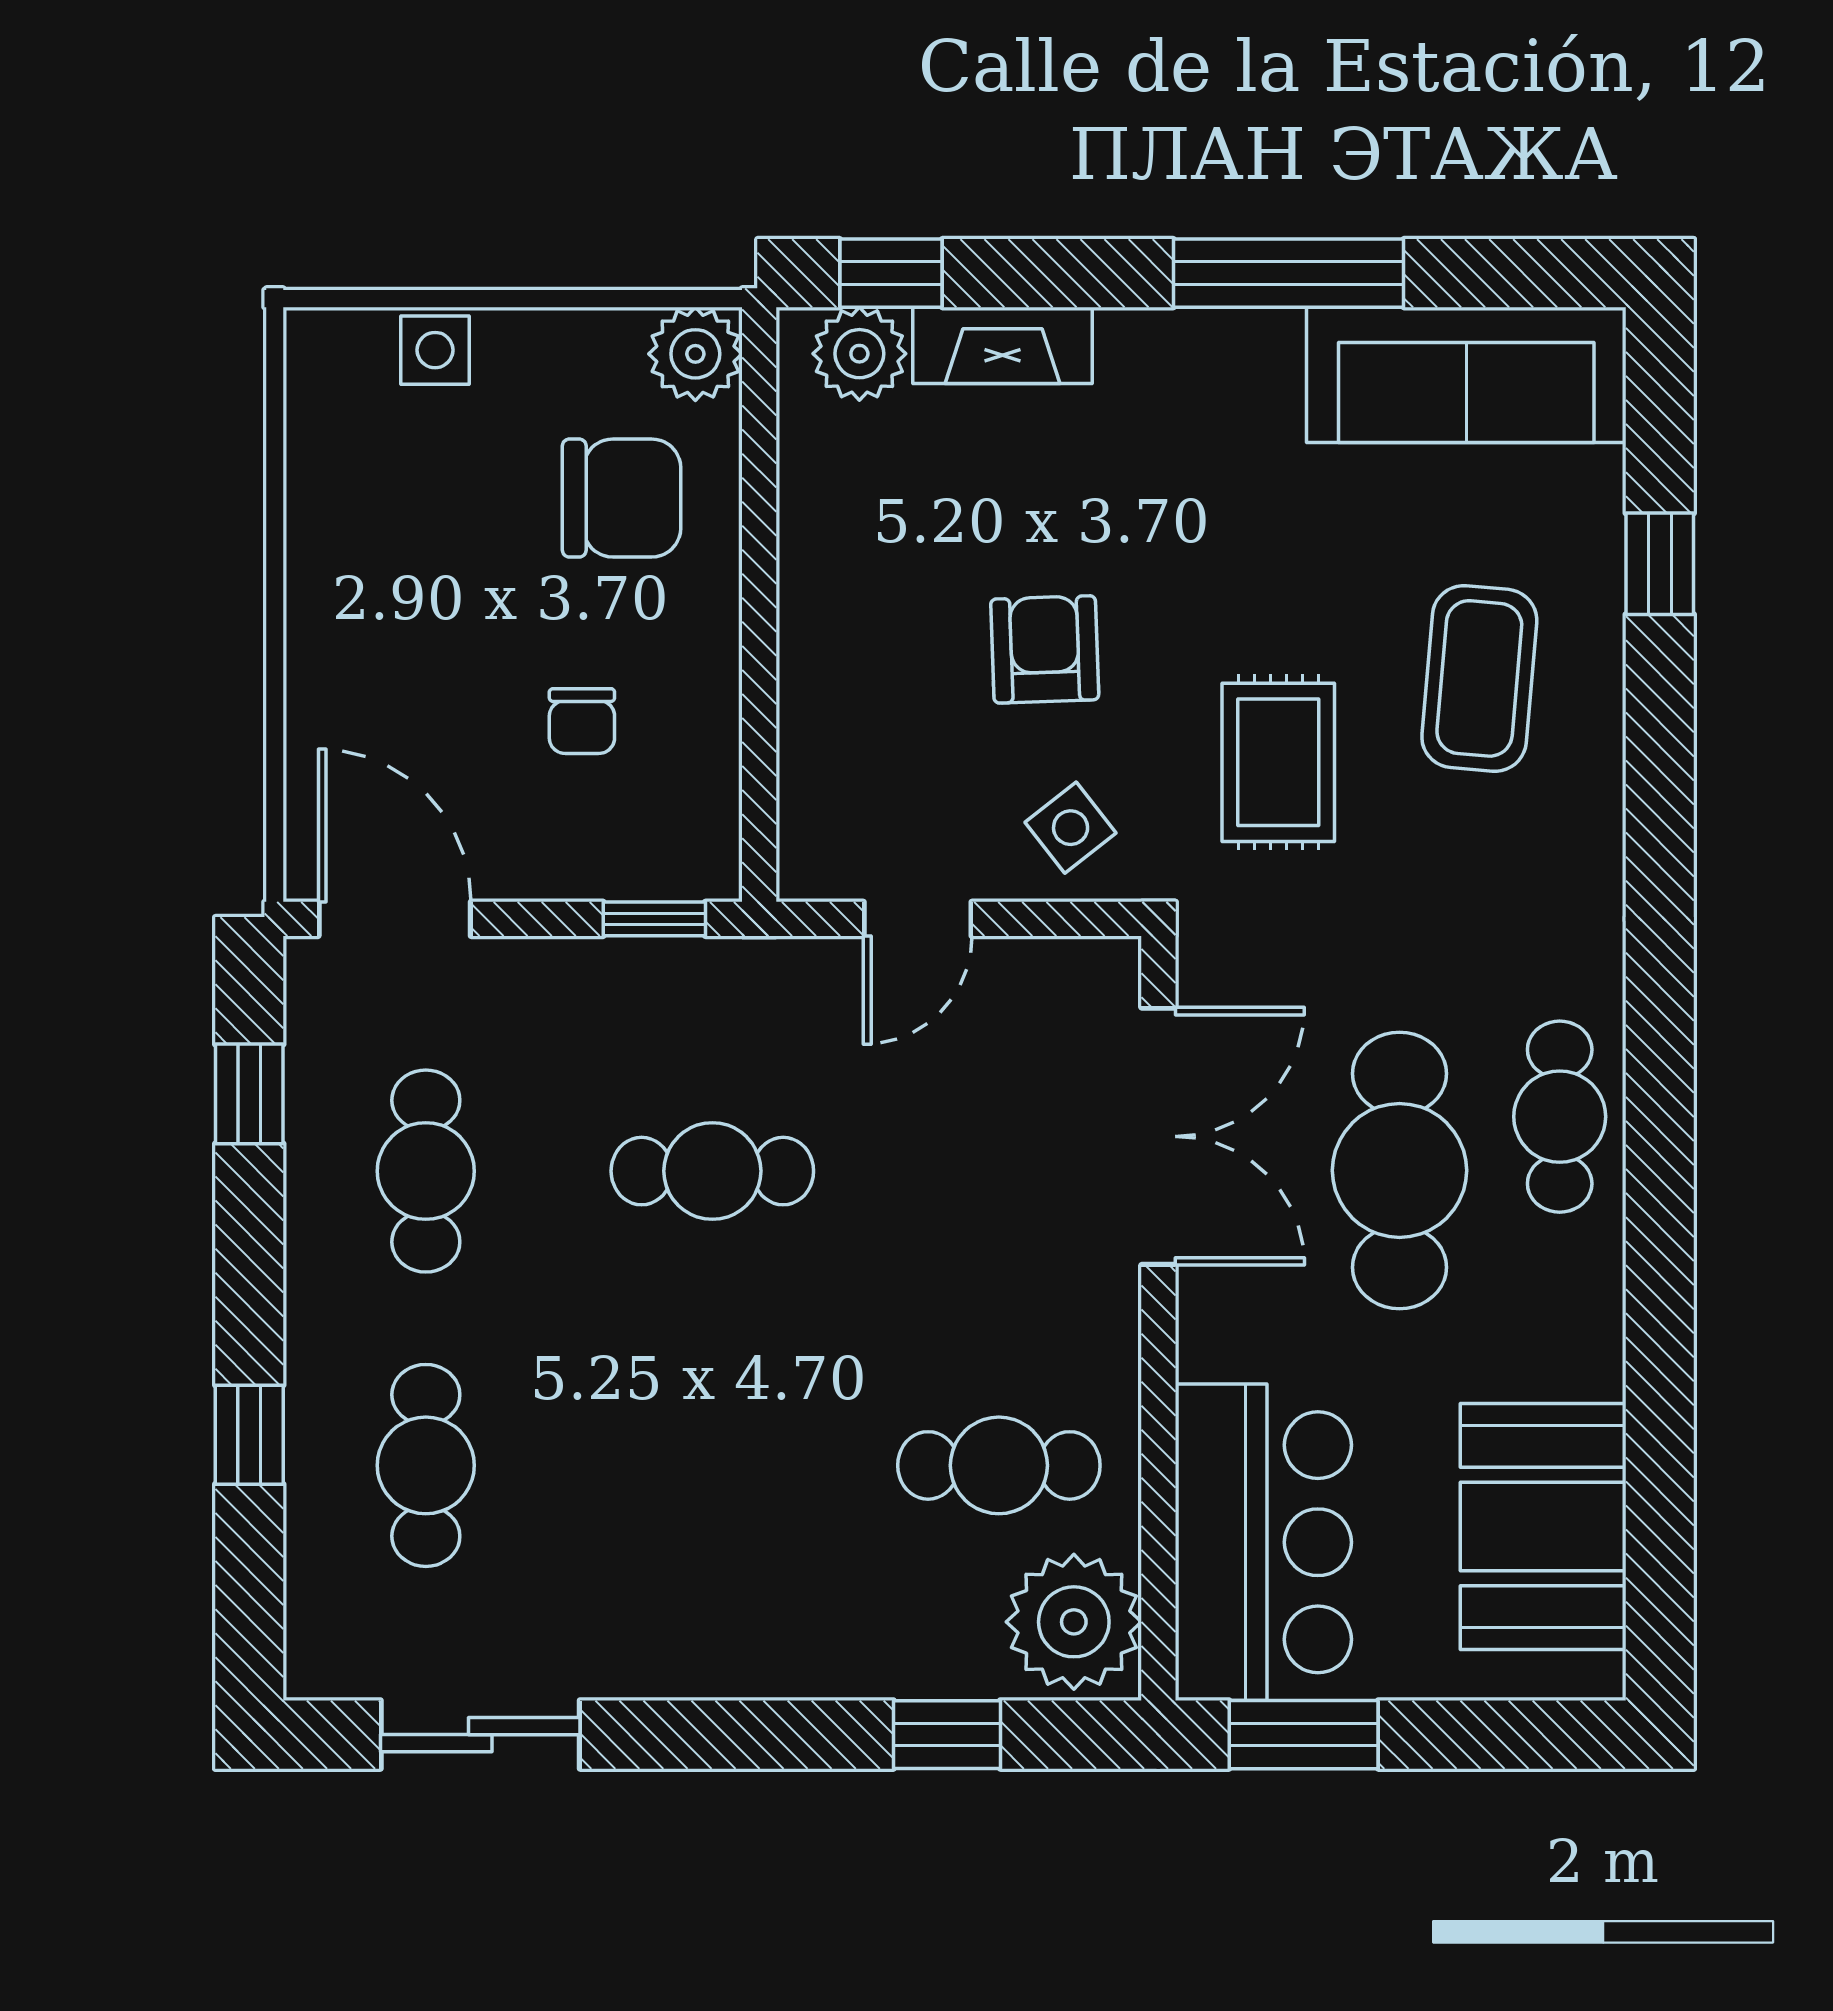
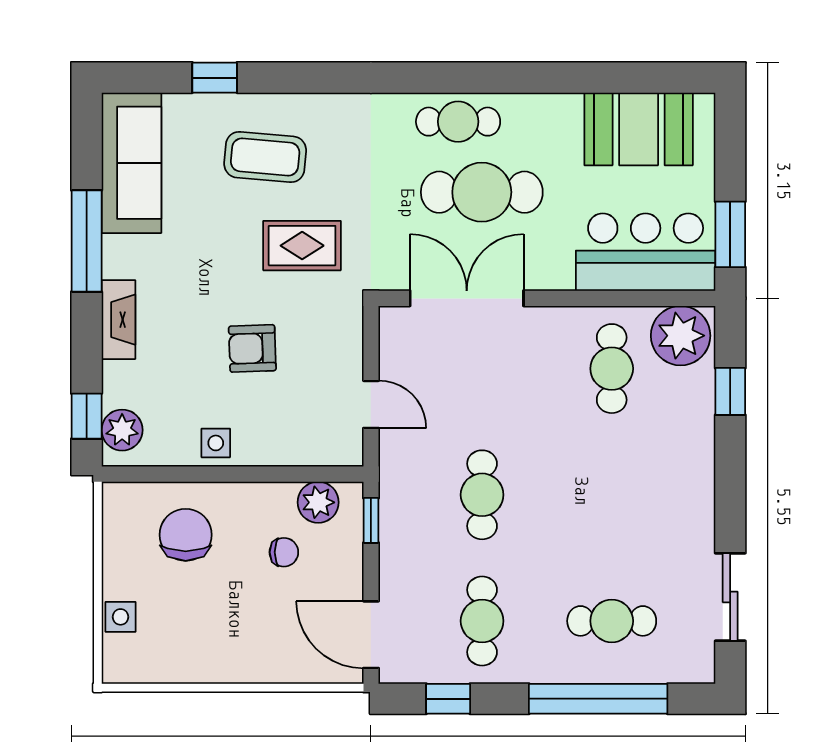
fireplace: (1002, 345) -> (118, 320), moved
plant: (695, 354) -> (318, 502), moved
side table: (1071, 828) -> (216, 443), moved, turned 38
door: (395, 919) -> (371, 635), hinge flipped
cafe table: (426, 1171) -> (482, 621), turned 90
window: (249, 1435) -> (598, 699), width x3.17

